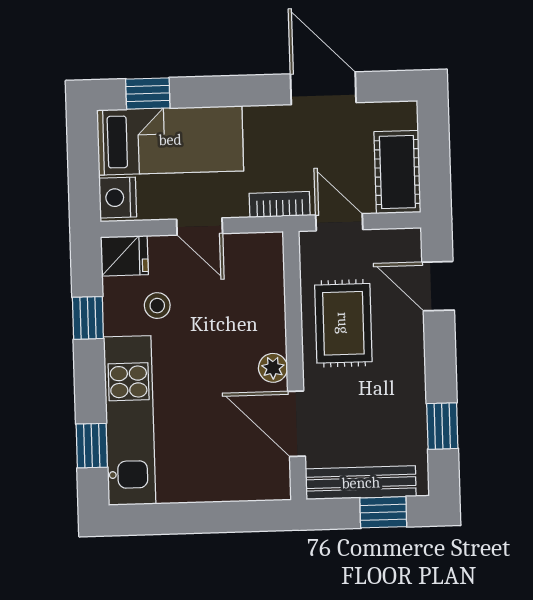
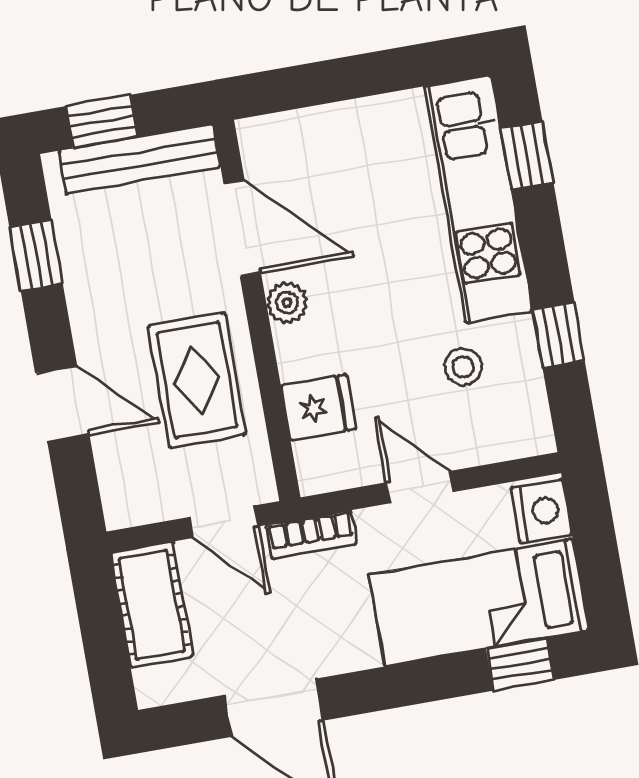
fridge: (124, 256) -> (318, 407), moved, turned 180
door: (438, 286) -> (62, 404), moved

